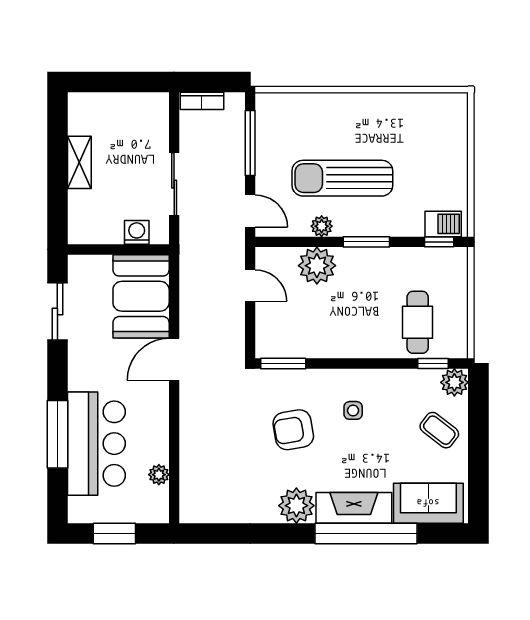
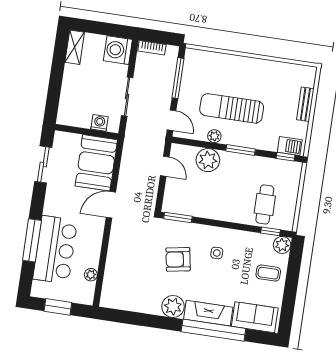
washing machine: (149, 113) -> (118, 50), added
bench: (458, 154) -> (305, 104), added
shelving: (79, 162) -> (75, 47), moved
coffee table: (439, 430) -> (268, 273), turned -38

